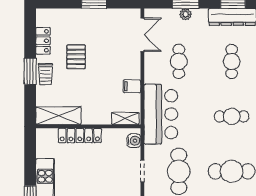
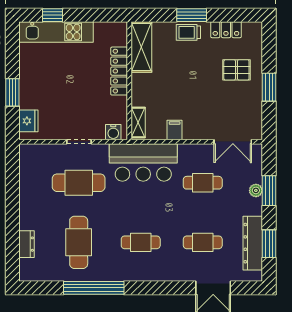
pallet: (76, 57) -> (236, 70), moved
cafe table: (232, 116) -> (141, 242), turned 90

